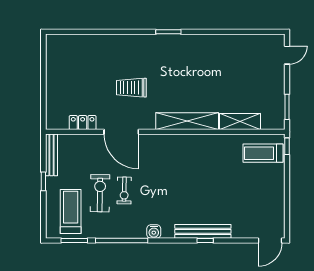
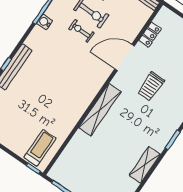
trolley: (131, 88) -> (151, 86), turned 180
shelving: (240, 121) -> (145, 165), moved
water cooler: (154, 232) -> (44, 22), moved

